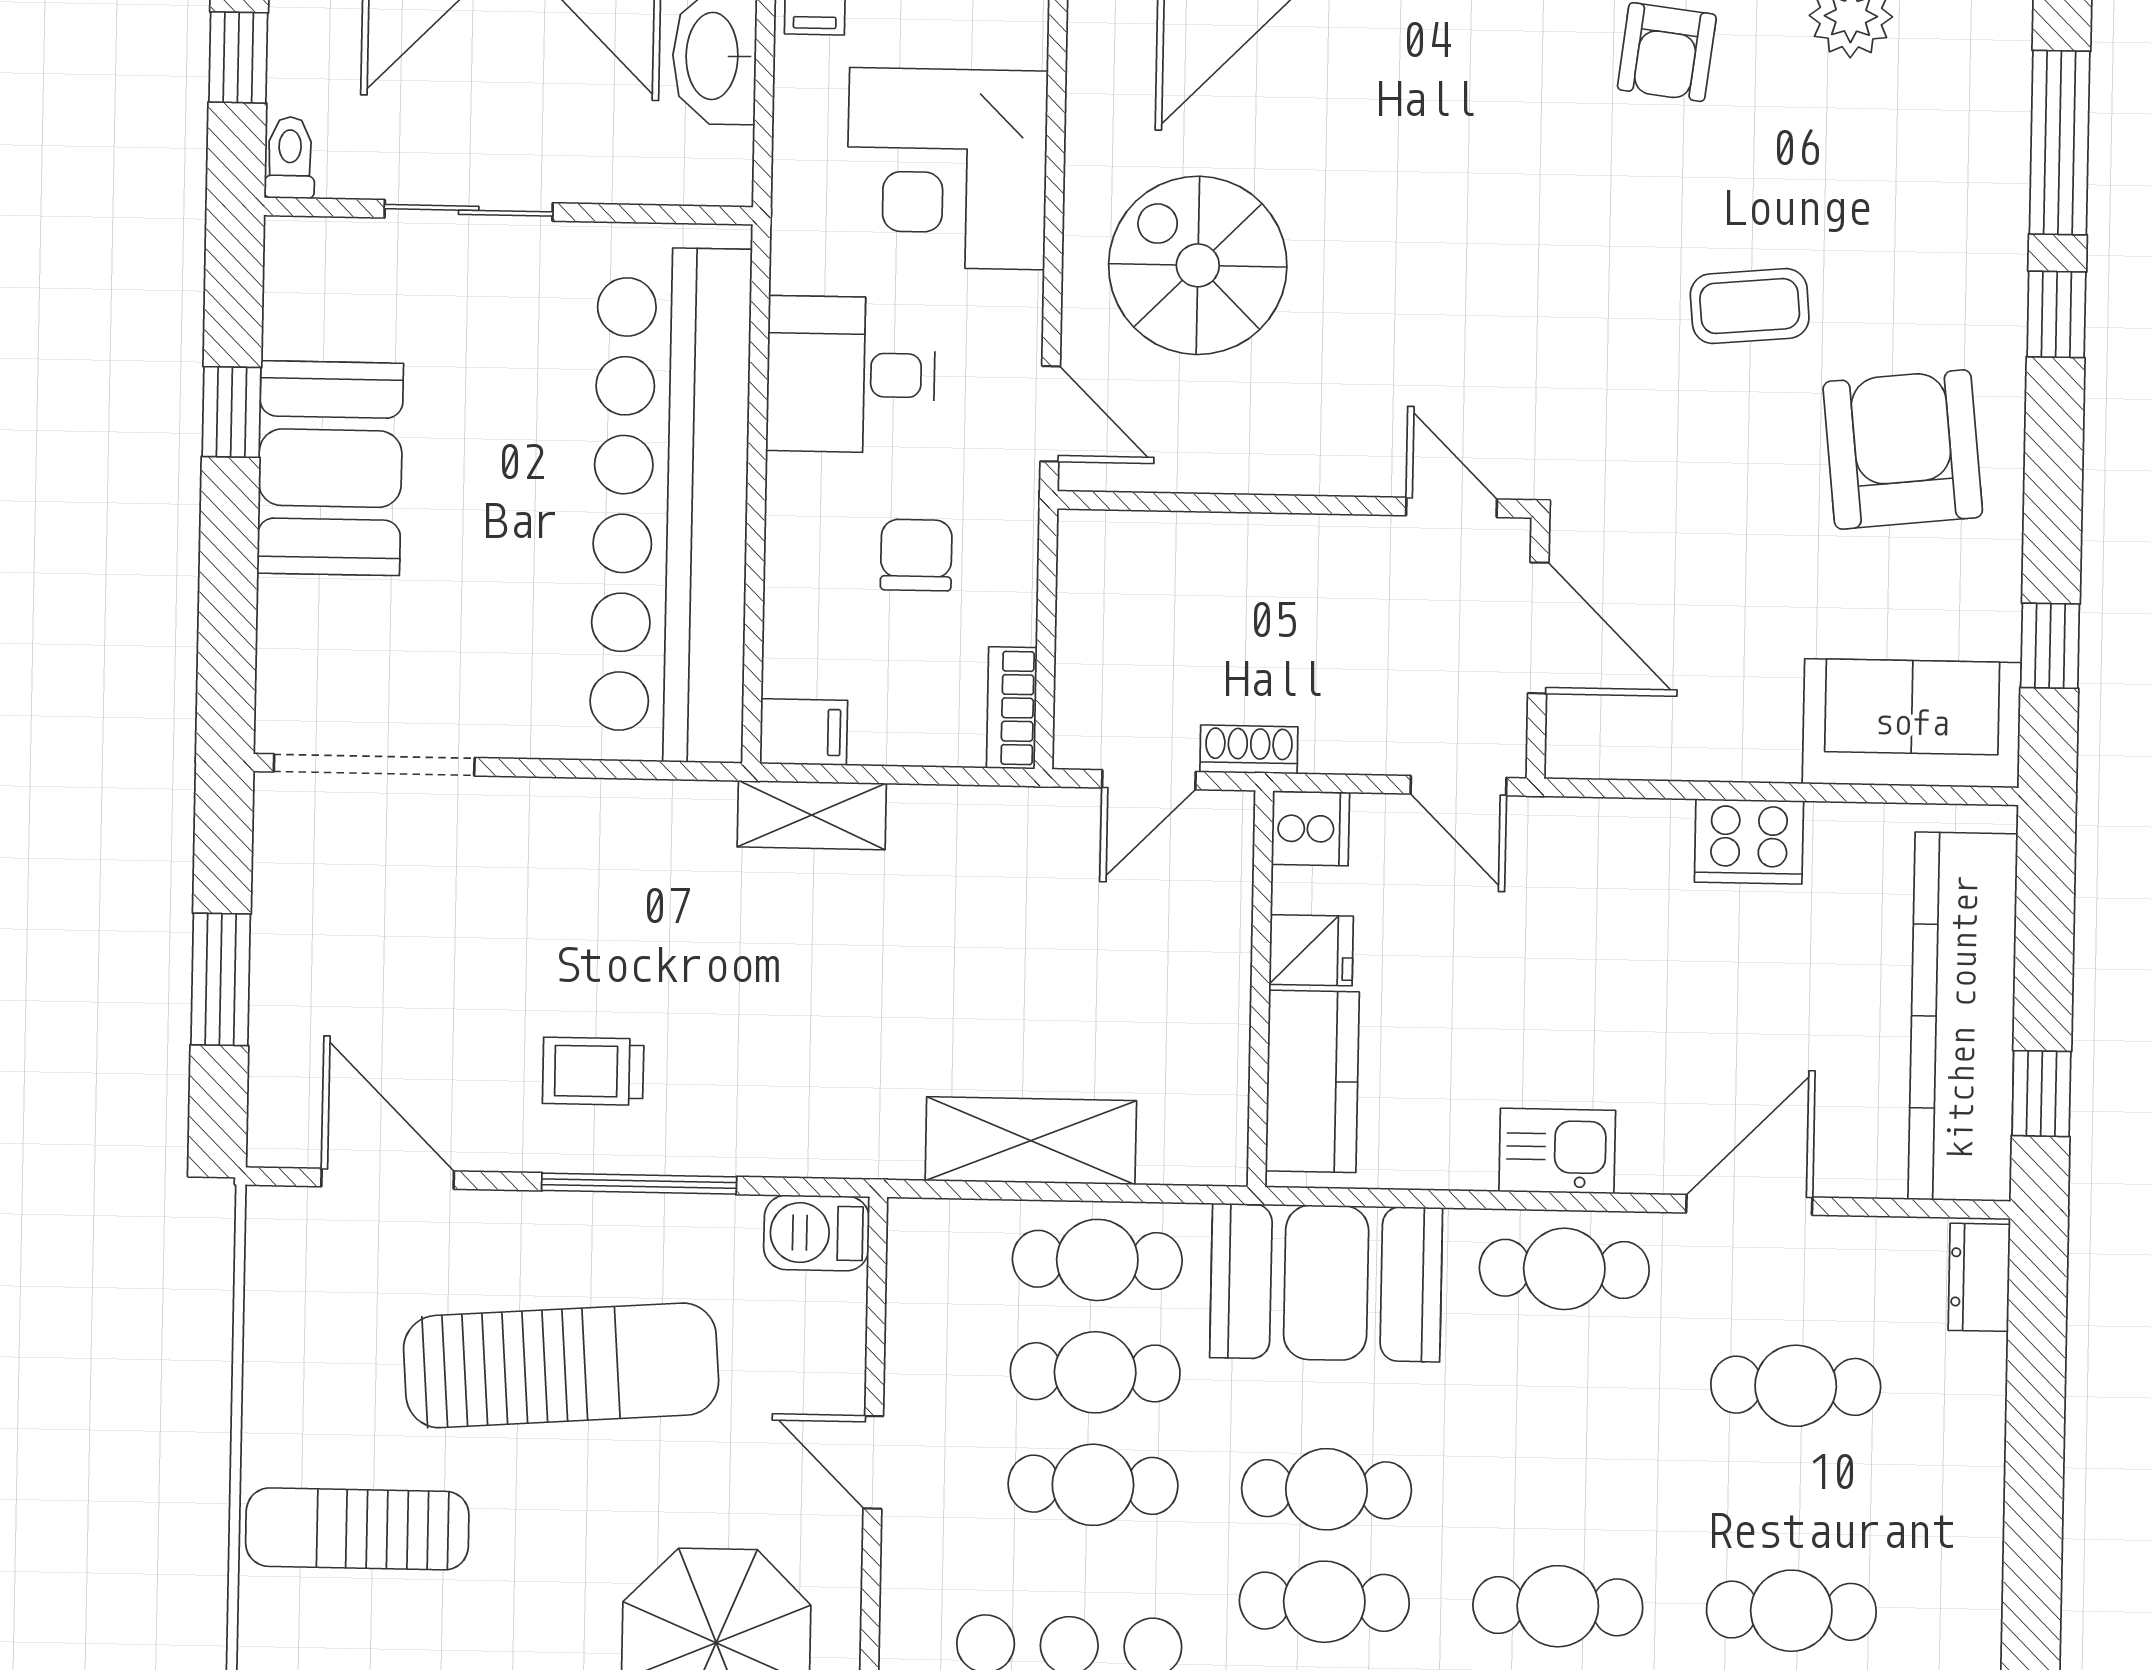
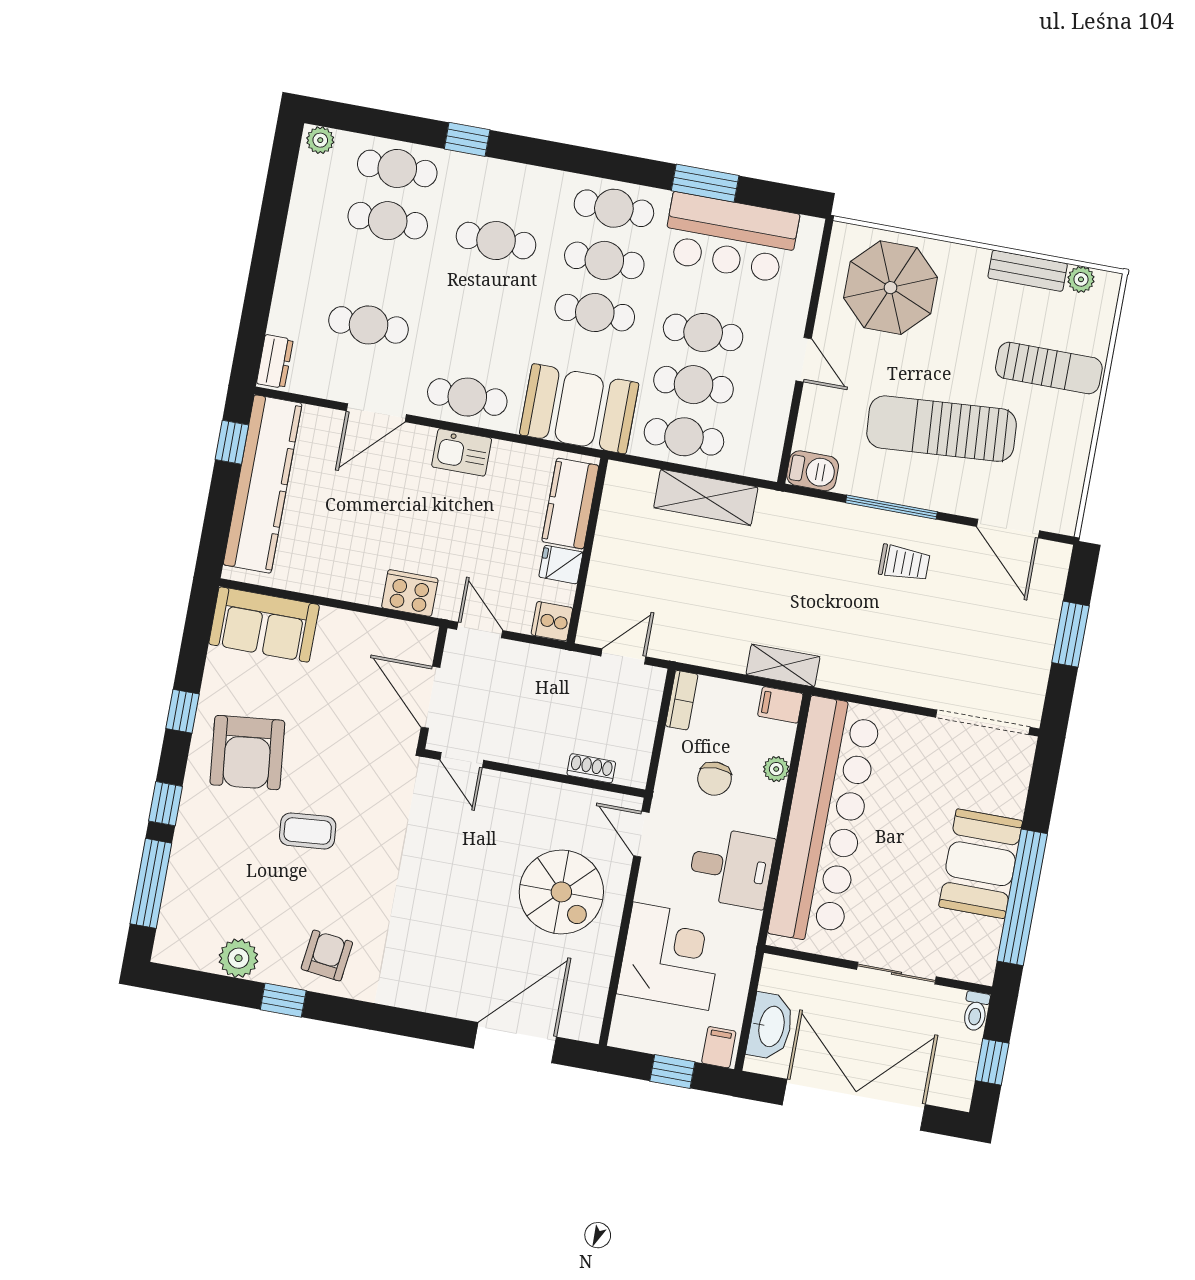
window: (231, 412) -> (1022, 897), width x3.17
plant: (790, 596) -> (776, 769), added
window: (2050, 646) -> (182, 711), moved
shoe rack: (1249, 749) -> (591, 768), moved, turned 180
cooker: (1749, 841) -> (410, 593), moved

